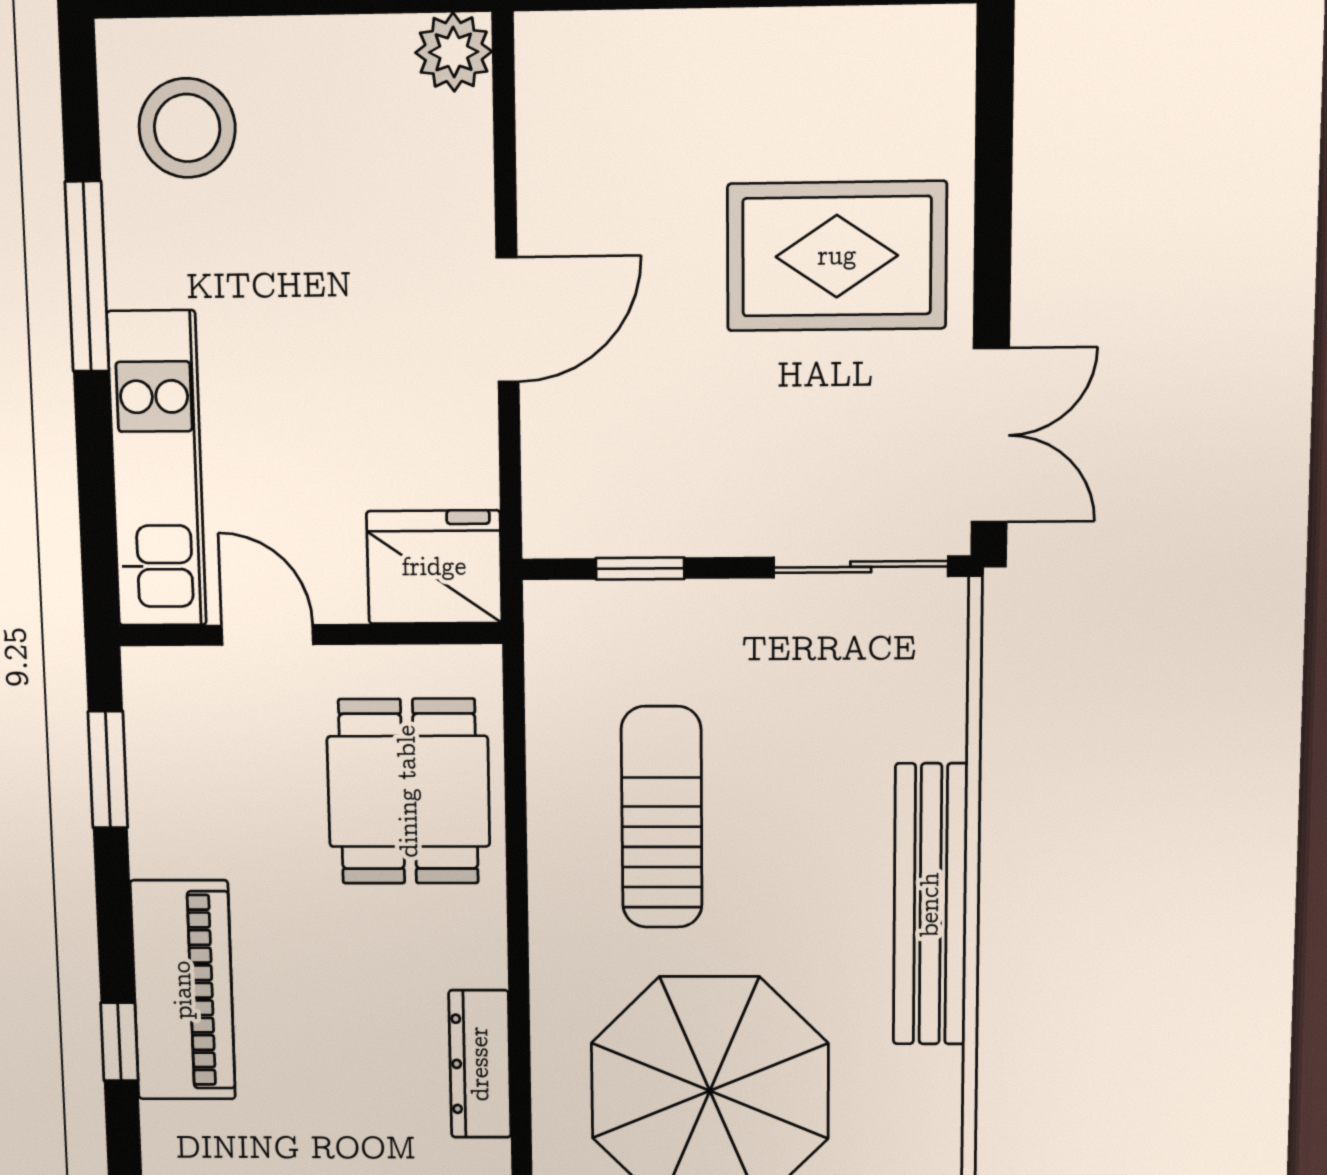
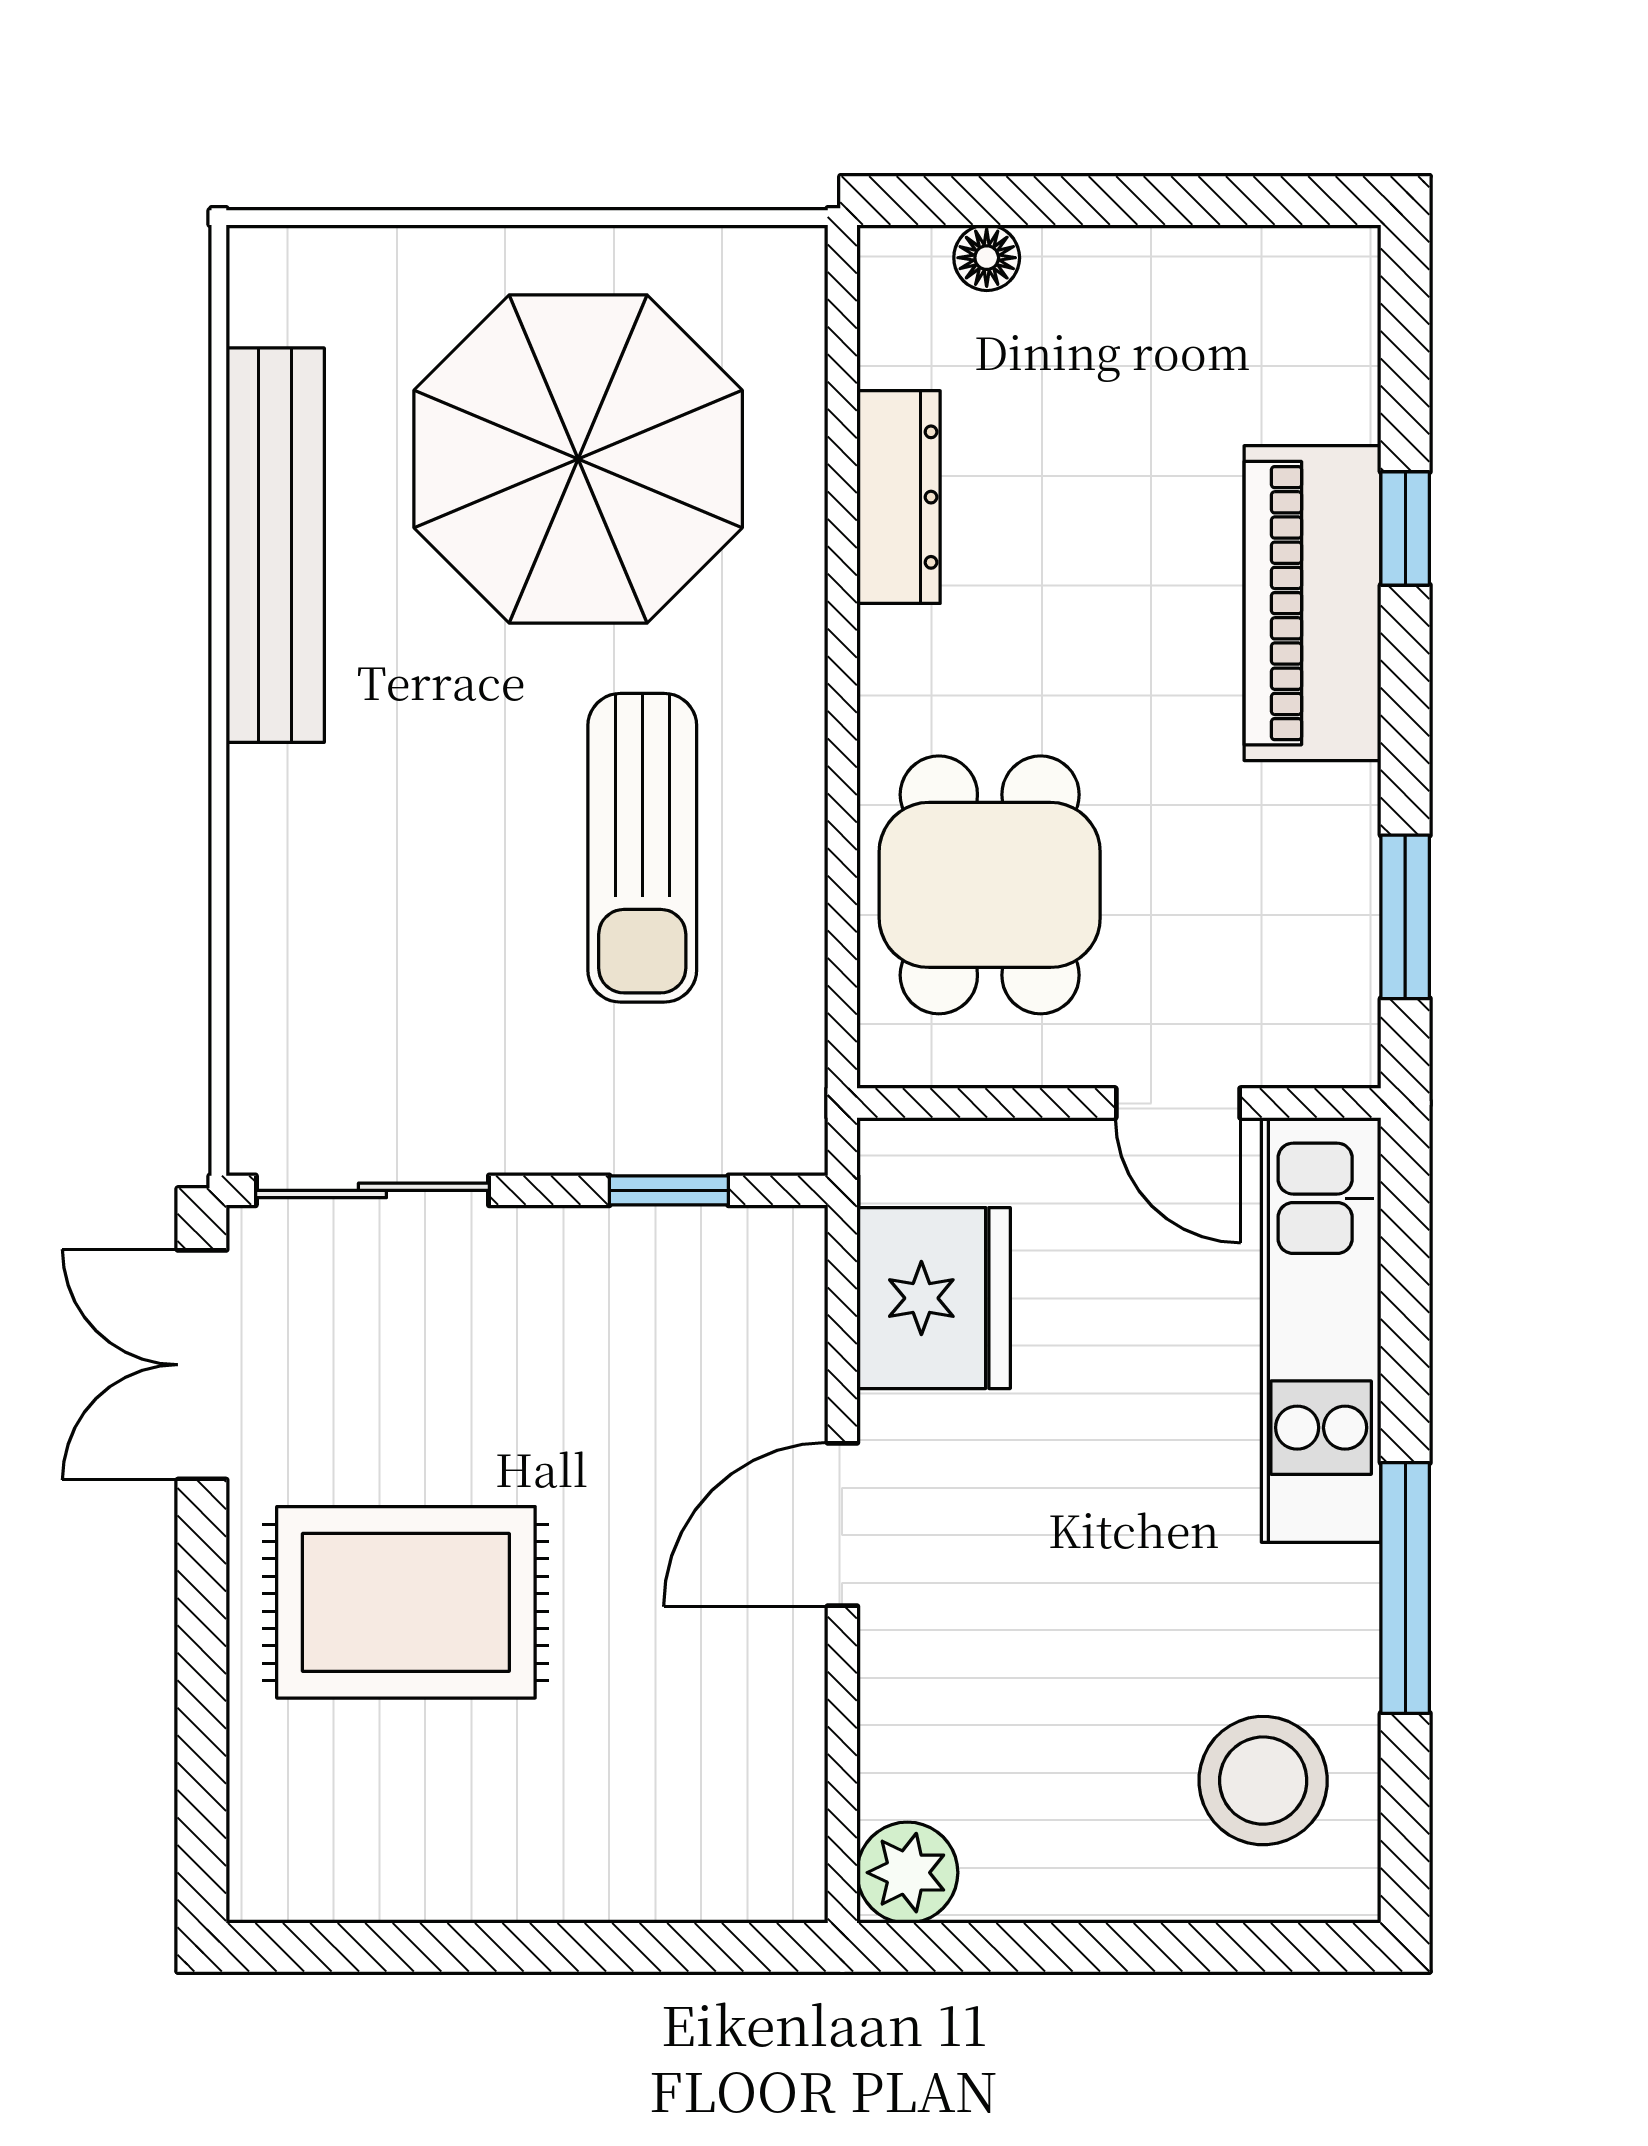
fridge: (434, 567) -> (934, 1298), moved, turned -90
bench: (930, 905) -> (275, 545), moved

